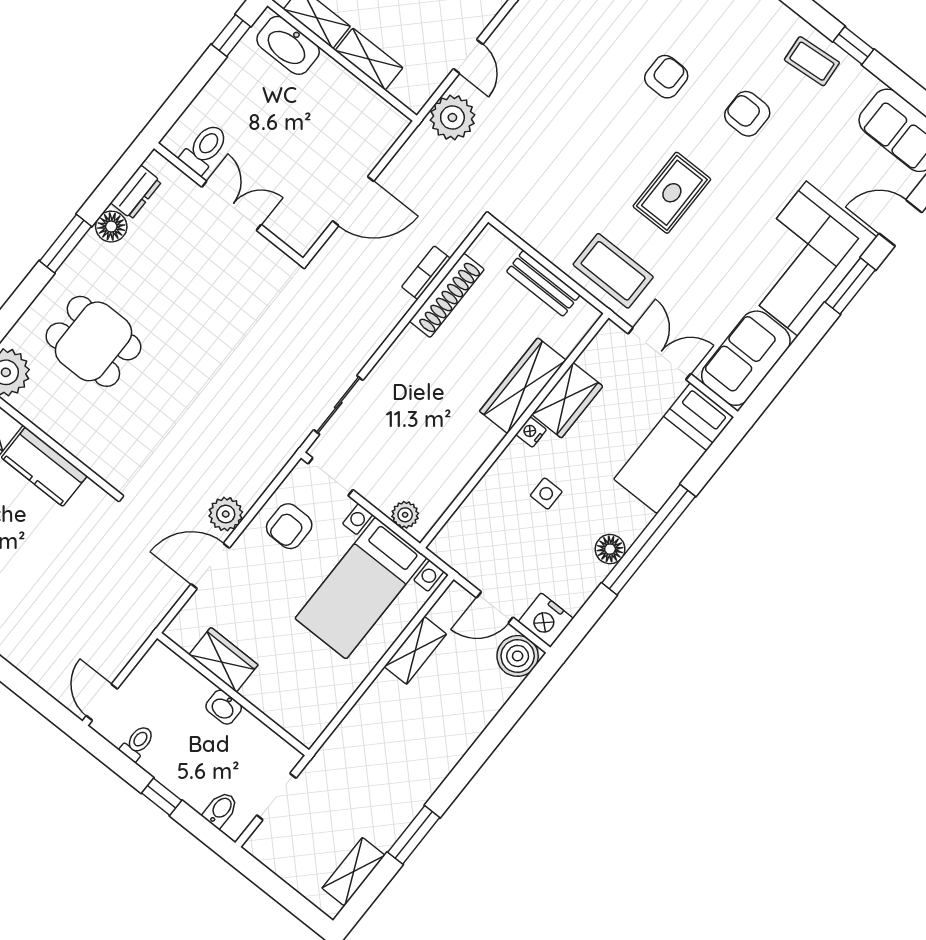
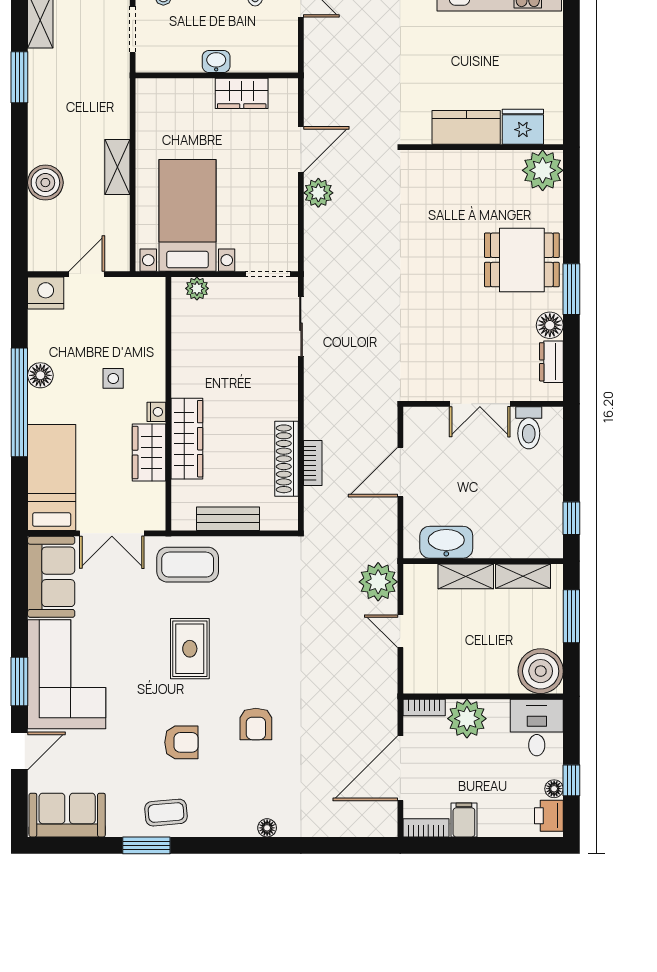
washbasin: (288, 45) -> (446, 542), moved
window: (853, 46) -> (146, 845), width x1.50
dining table: (93, 341) -> (522, 260), moved
armchair: (289, 526) -> (269, 219), removed
shelving: (415, 650) -> (117, 167), moved
boiler: (518, 656) -> (45, 183), moved

